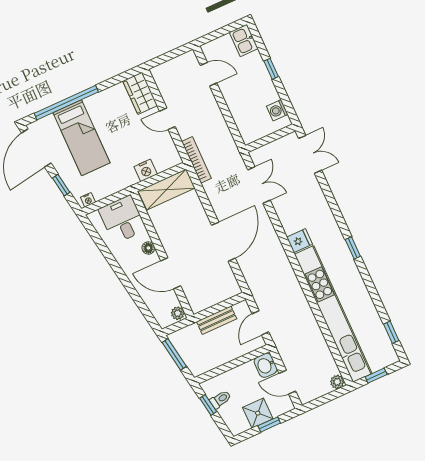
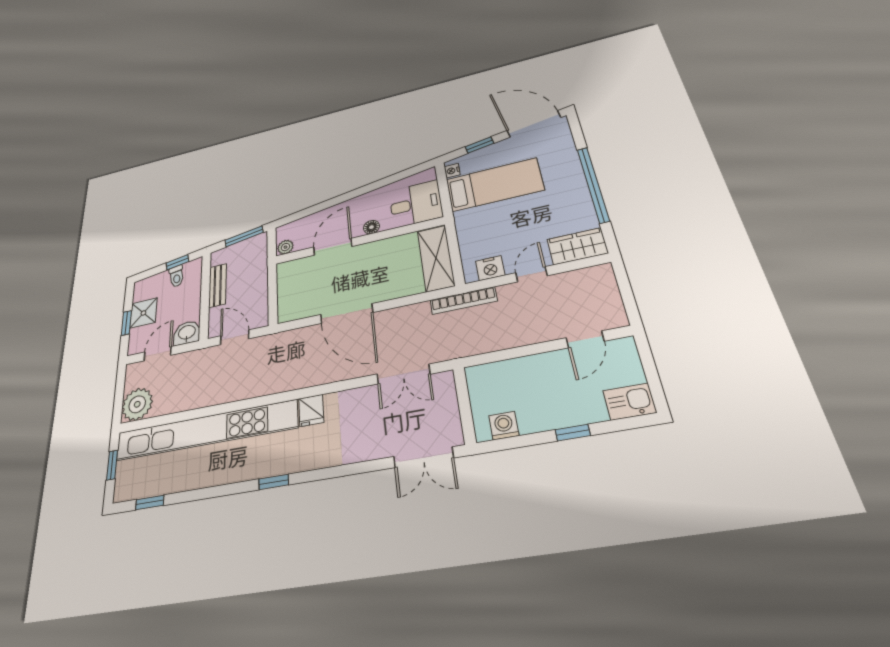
window: (66, 103) -> (593, 185), moved
bed: (81, 138) -> (494, 185), moved, turned 180
nightstand: (146, 170) -> (490, 268), moved, turned -90
bench: (217, 320) -> (218, 285), moved
plant: (337, 382) -> (137, 404), width x1.88, depth x1.88

